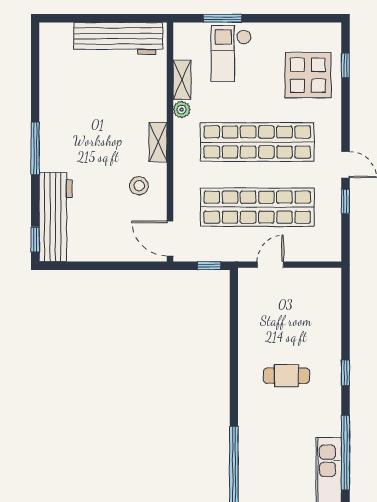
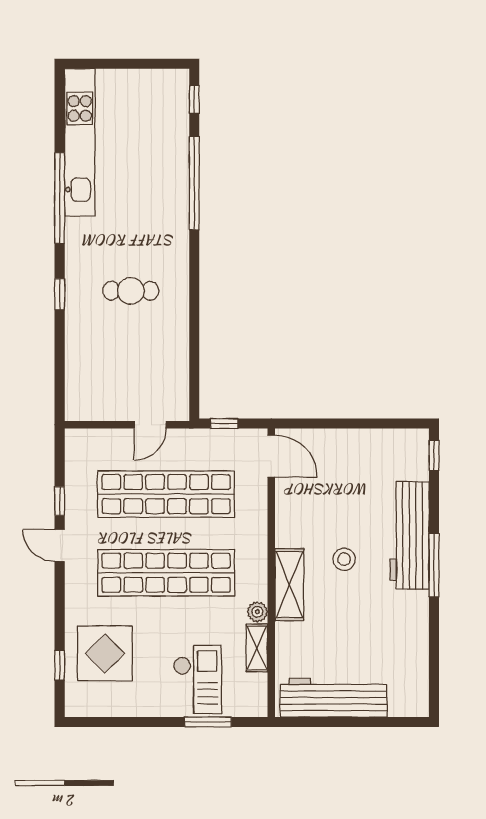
shelving: (158, 142) -> (289, 585), width x1.50, depth x1.33
stool: (139, 186) -> (344, 559), moved
workbench: (55, 217) -> (410, 535), moved

